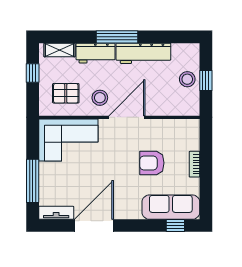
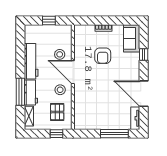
window: (117, 37) -> (20, 92), moved
window: (33, 73) -> (56, 134), moved
stool: (187, 79) -> (60, 54), moved
corner sofa: (68, 140) -> (88, 110), removed
sofa: (171, 207) -> (132, 38), width x0.73
window: (175, 226) -> (144, 55), moved

